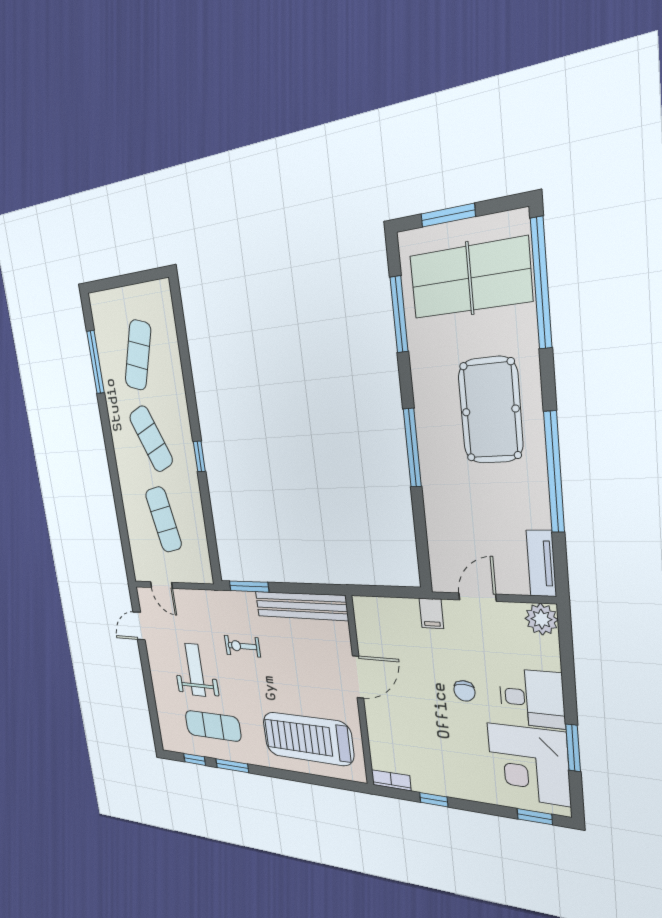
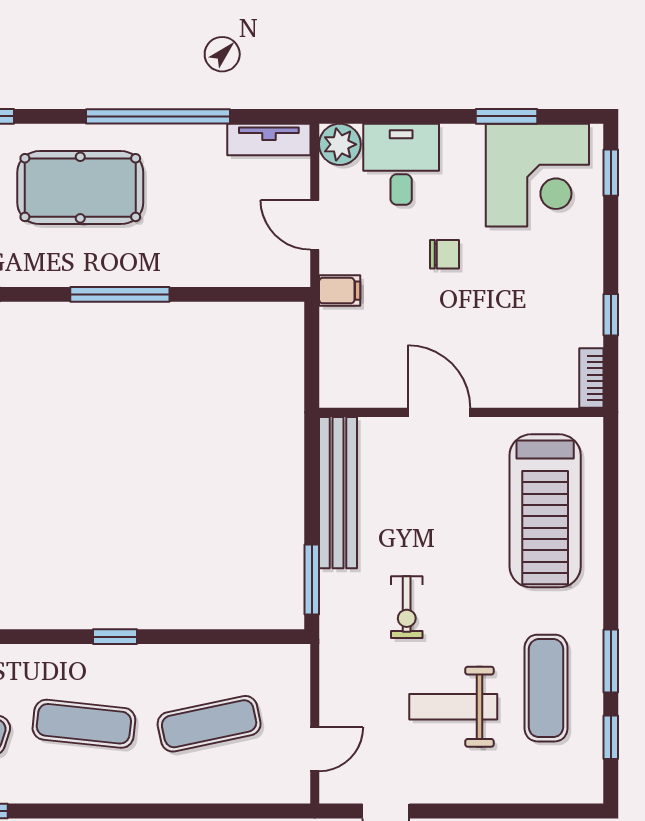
exercise mat: (151, 439) -> (84, 724), turned 30
desk: (532, 698) -> (401, 164), moved

